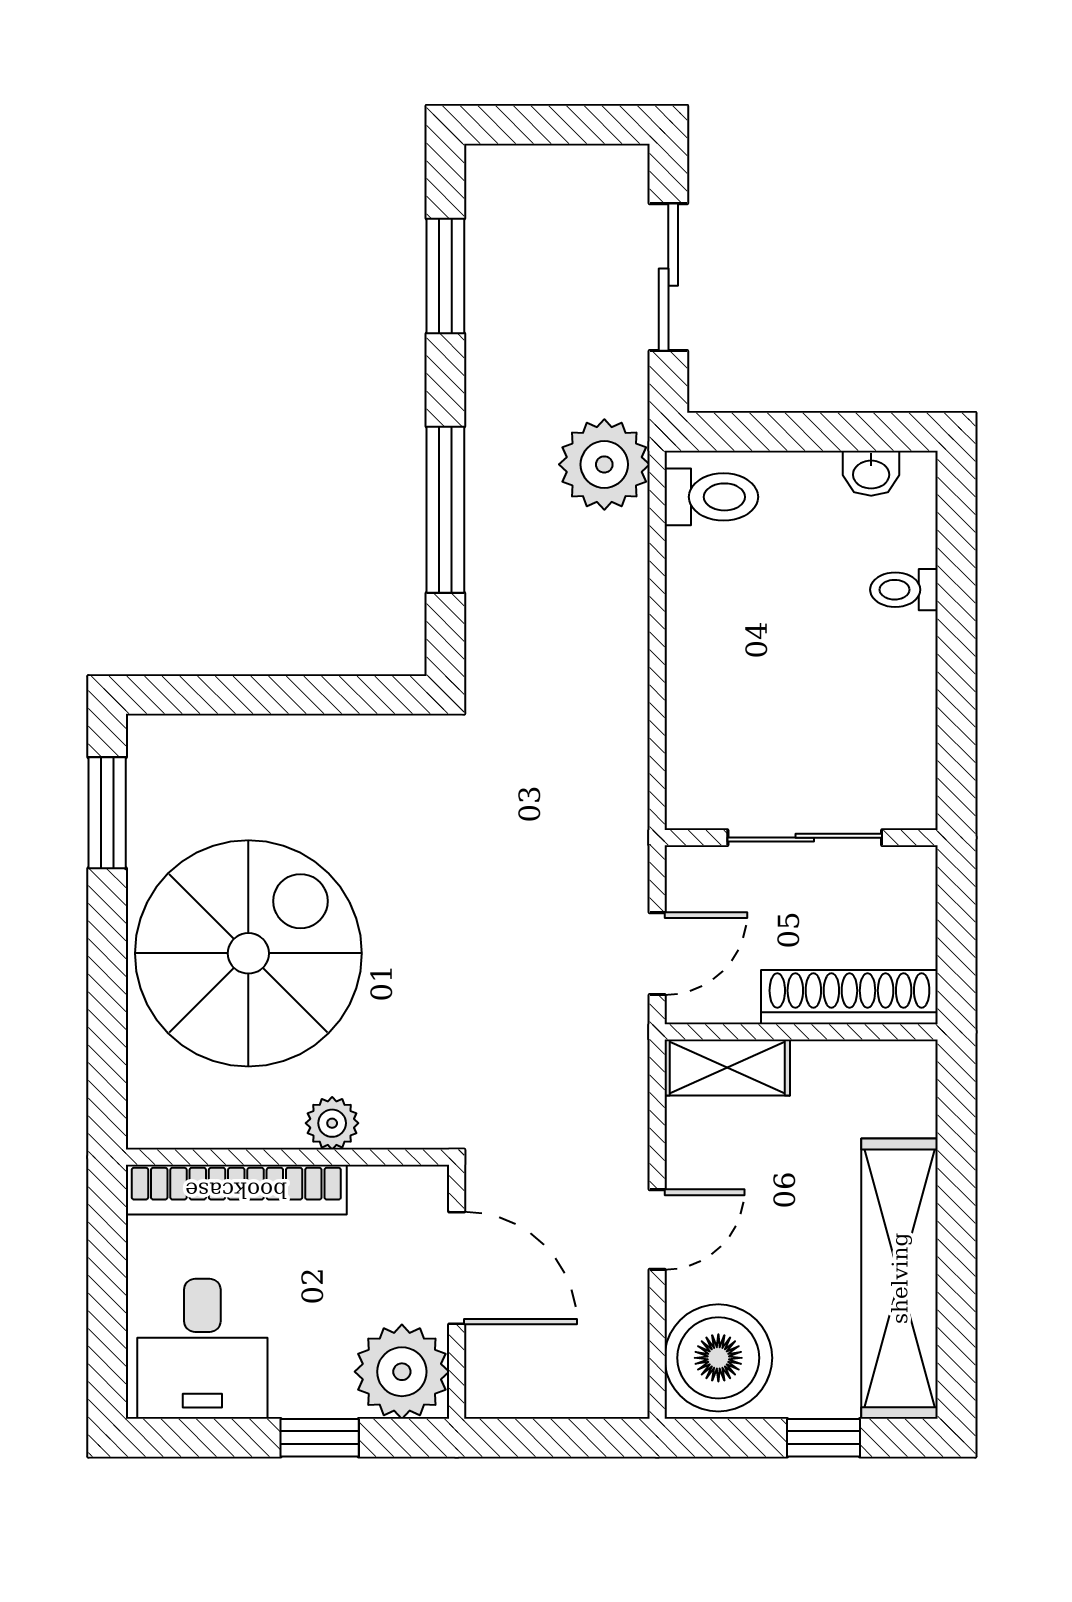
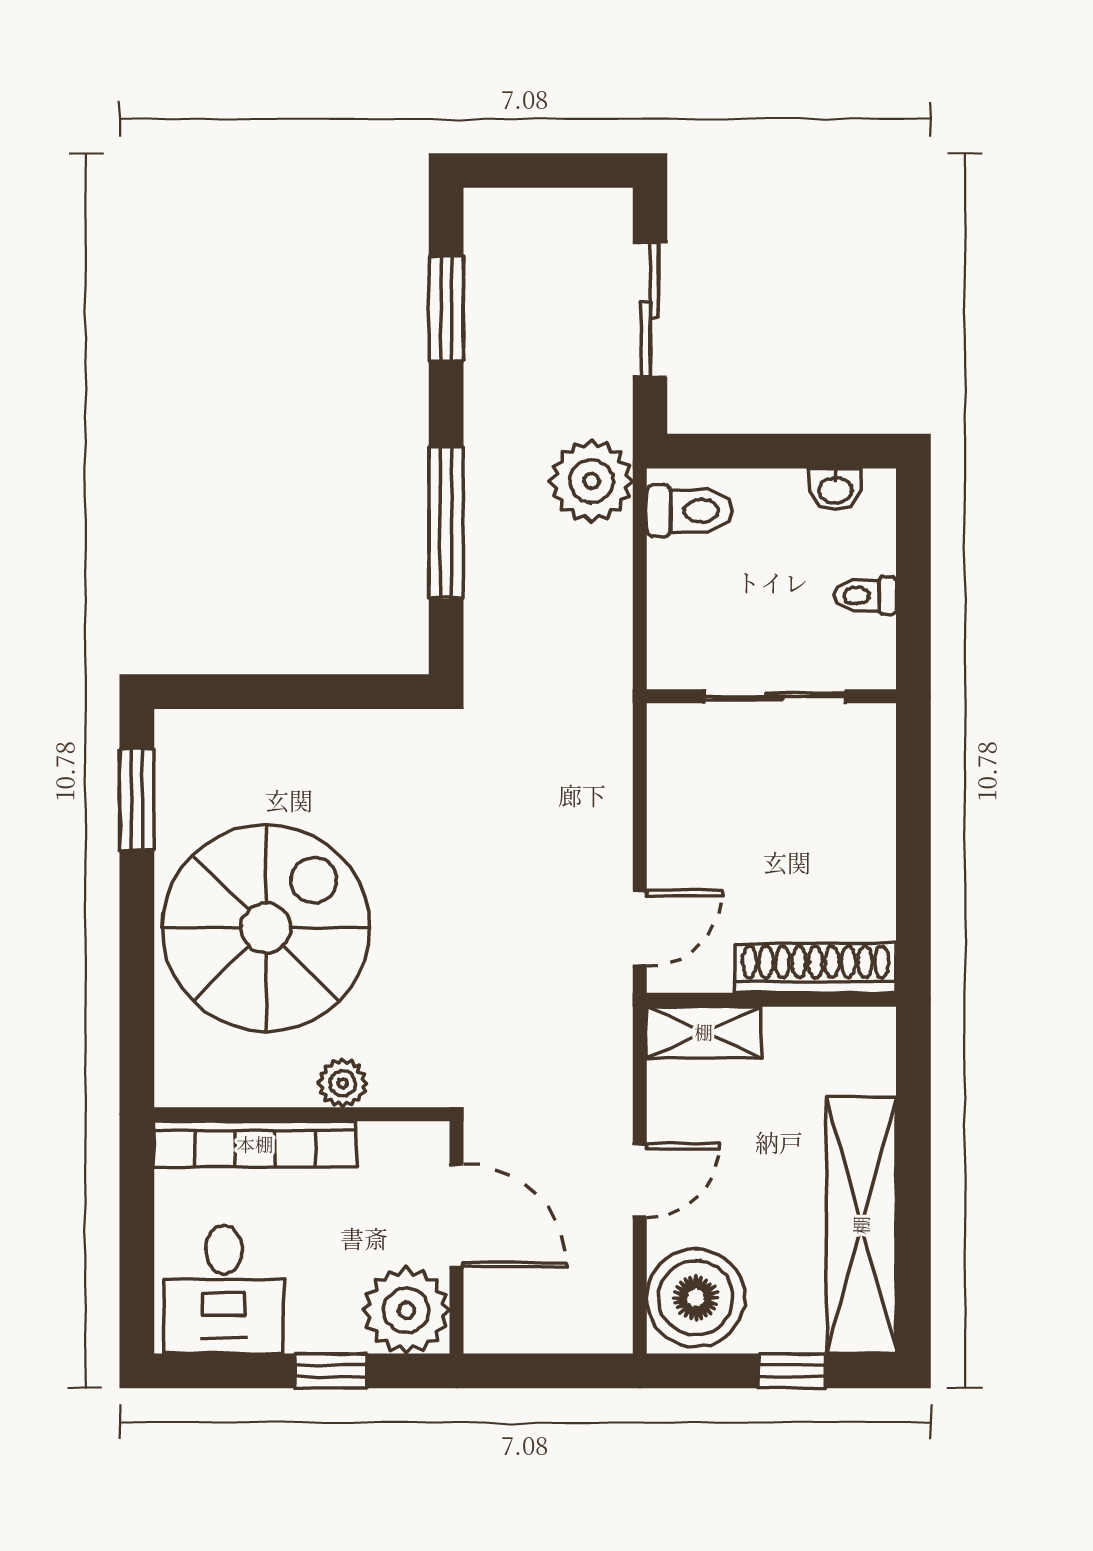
wall: (801, 838) -> (771, 696), moved
sliding door: (805, 838) -> (775, 696), moved

